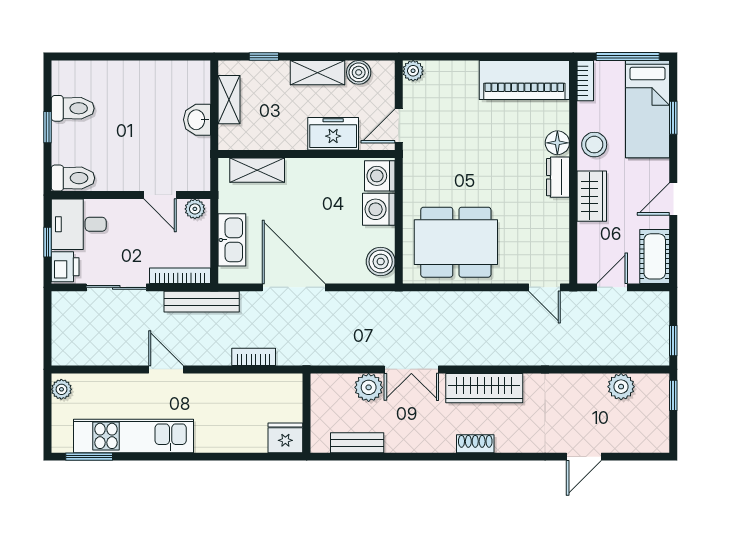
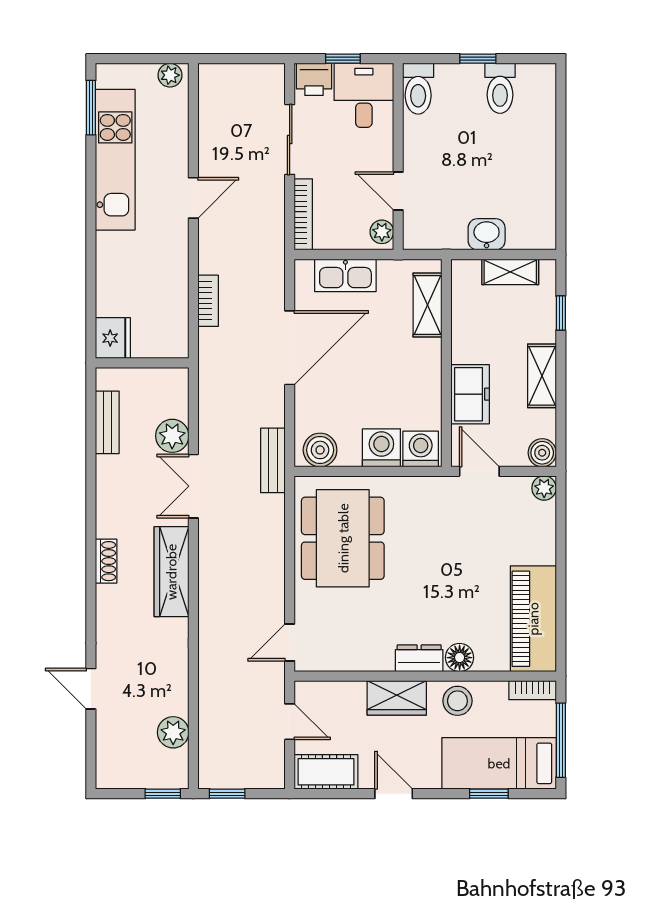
boiler: (359, 72) -> (542, 453), moved
door: (160, 195) -> (398, 191), hinge flipped
bench: (202, 302) -> (273, 460), moved, width x0.73

